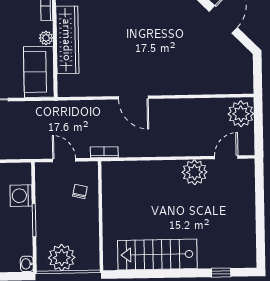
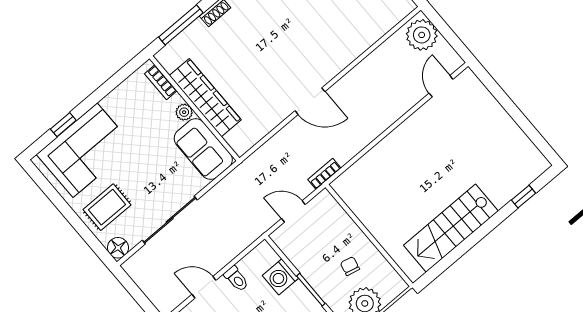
plant: (195, 172) -> (423, 124), removed
chair: (80, 191) -> (350, 266), moved

